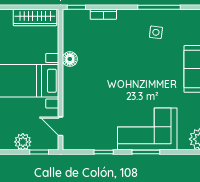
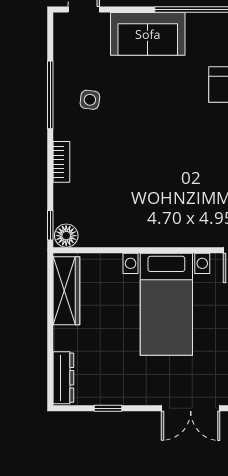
bookcase: (103, 14) -> (61, 162), moved
floor lamp: (70, 59) -> (66, 236), moved

